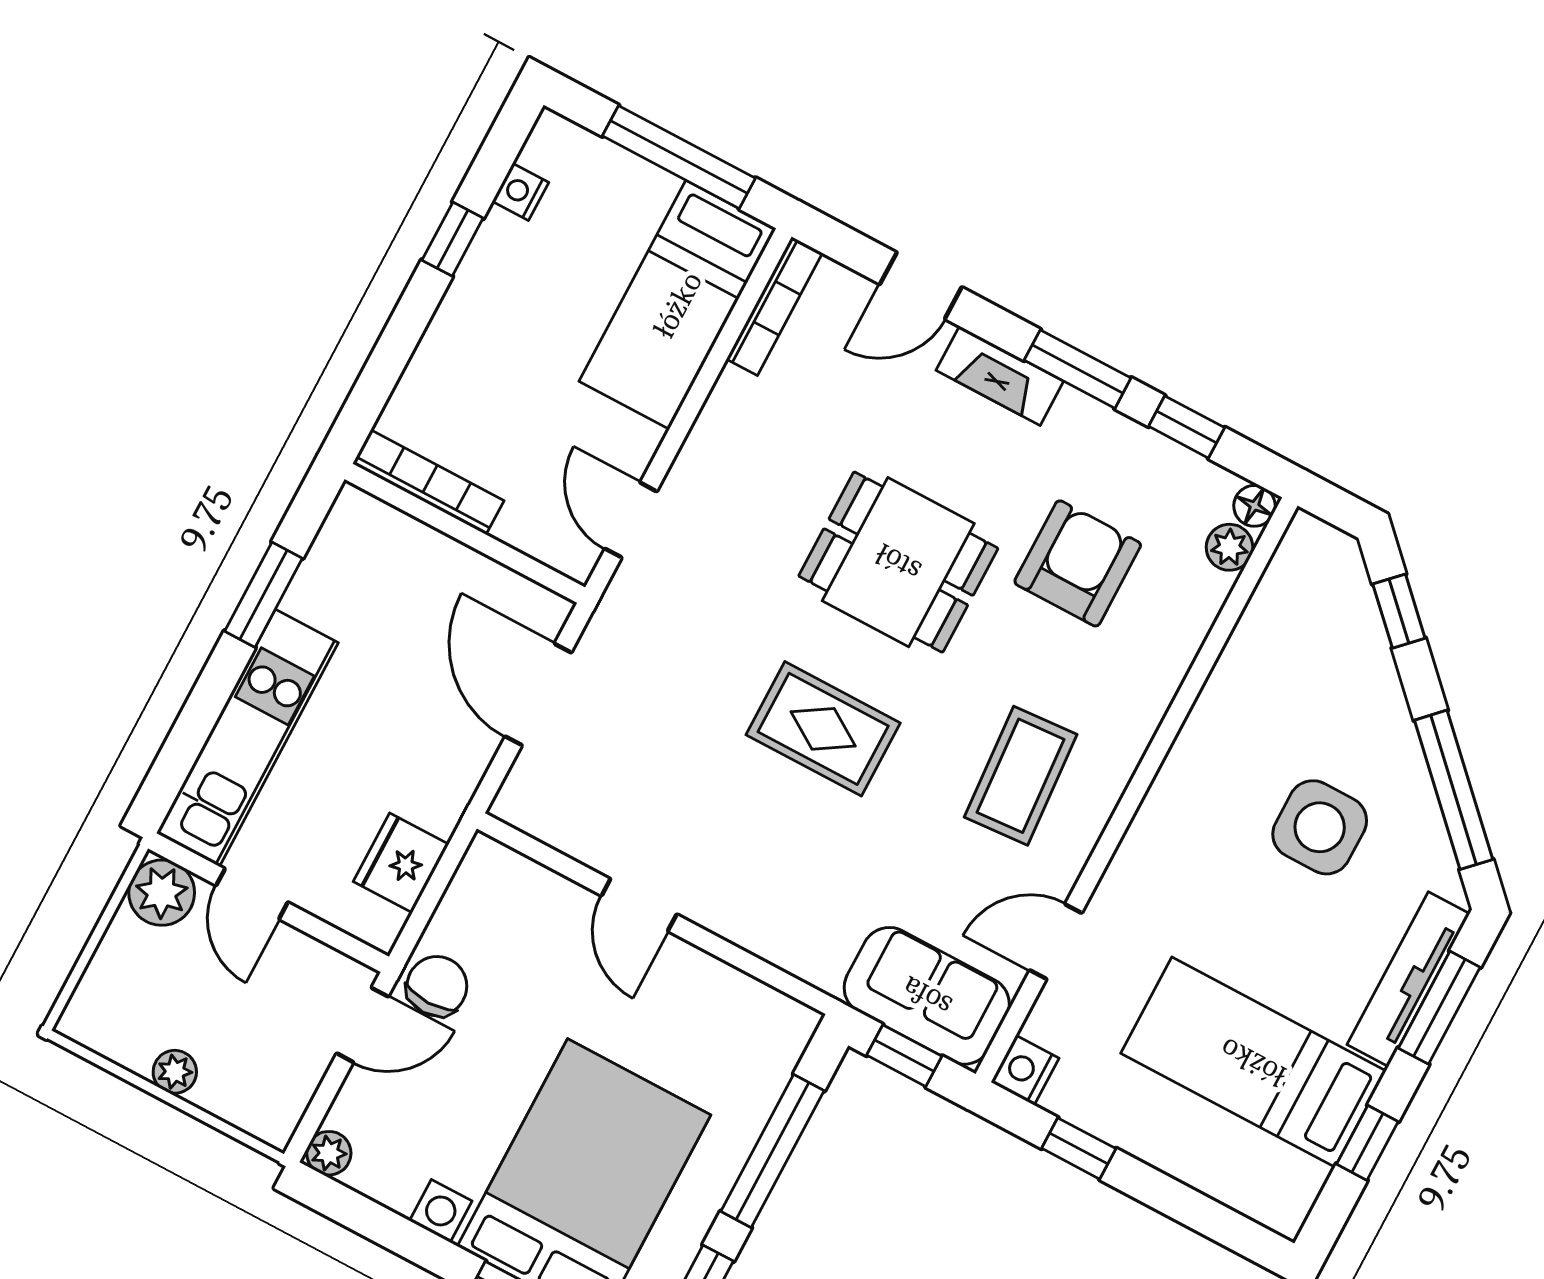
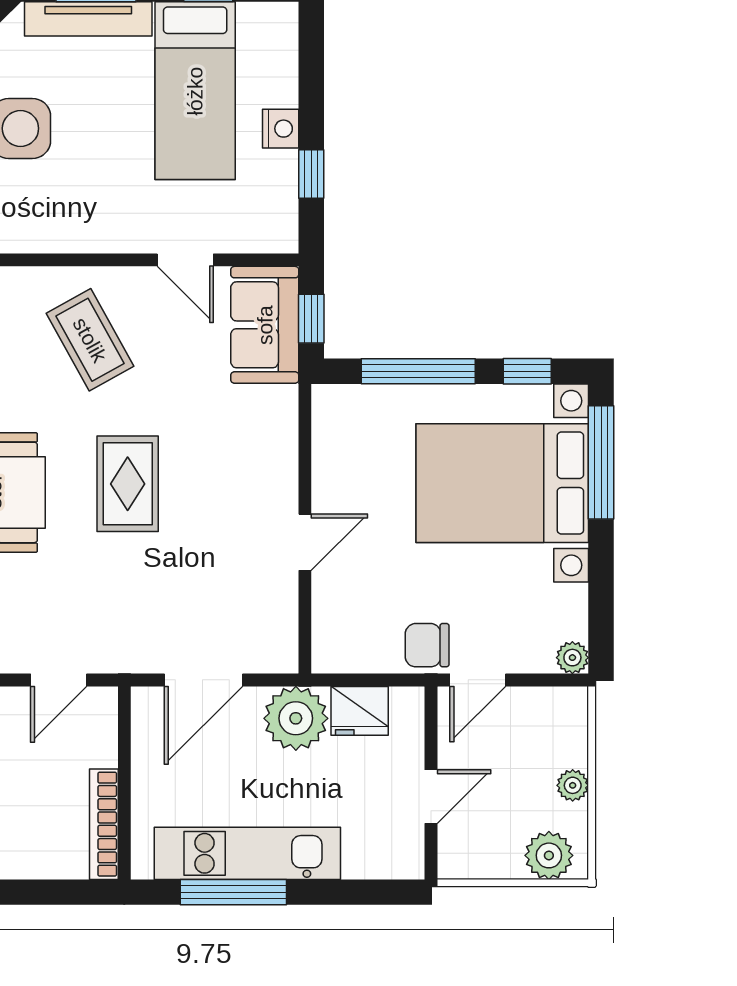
window: (264, 595) -> (233, 892), width x1.44
kitchen unit: (247, 738) -> (247, 853), moved
coffee table: (1021, 776) -> (90, 340), turned 65
plant: (433, 781) -> (296, 718), added
plant: (162, 893) -> (549, 855), moved
door: (362, 1025) -> (478, 680), swing flipped
nightstand: (1025, 1070) -> (281, 129), moved, turned -90

